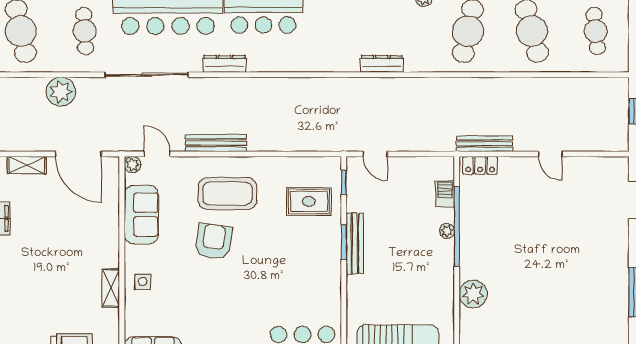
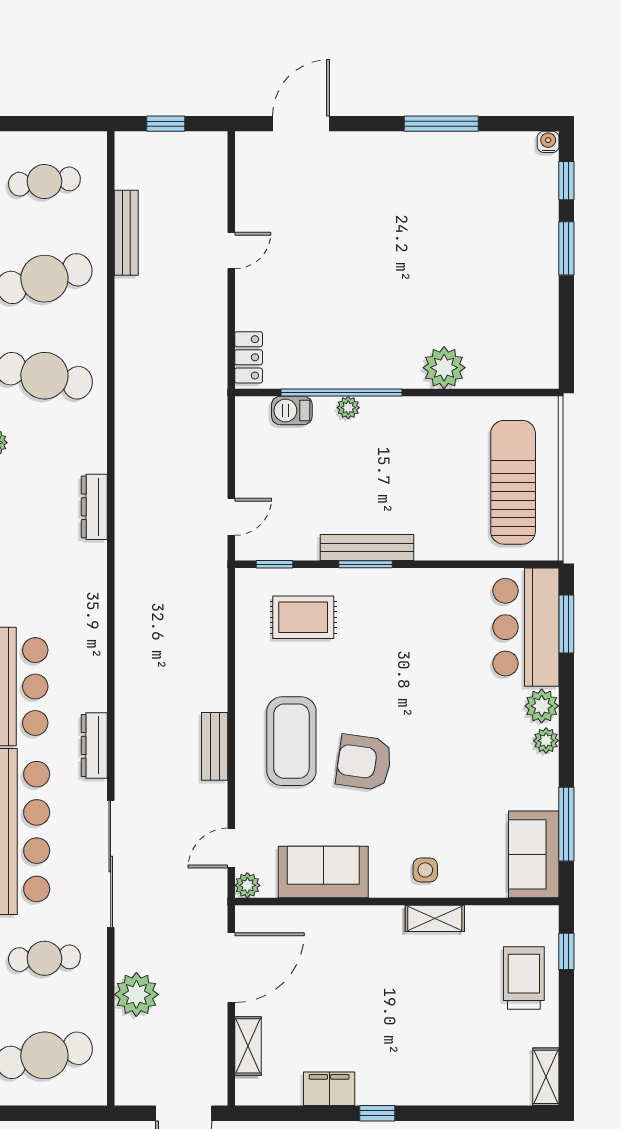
bench: (216, 143) -> (215, 746), width x0.73
bench: (485, 144) -> (126, 233), moved
rug: (309, 201) -> (303, 617), turned 90

